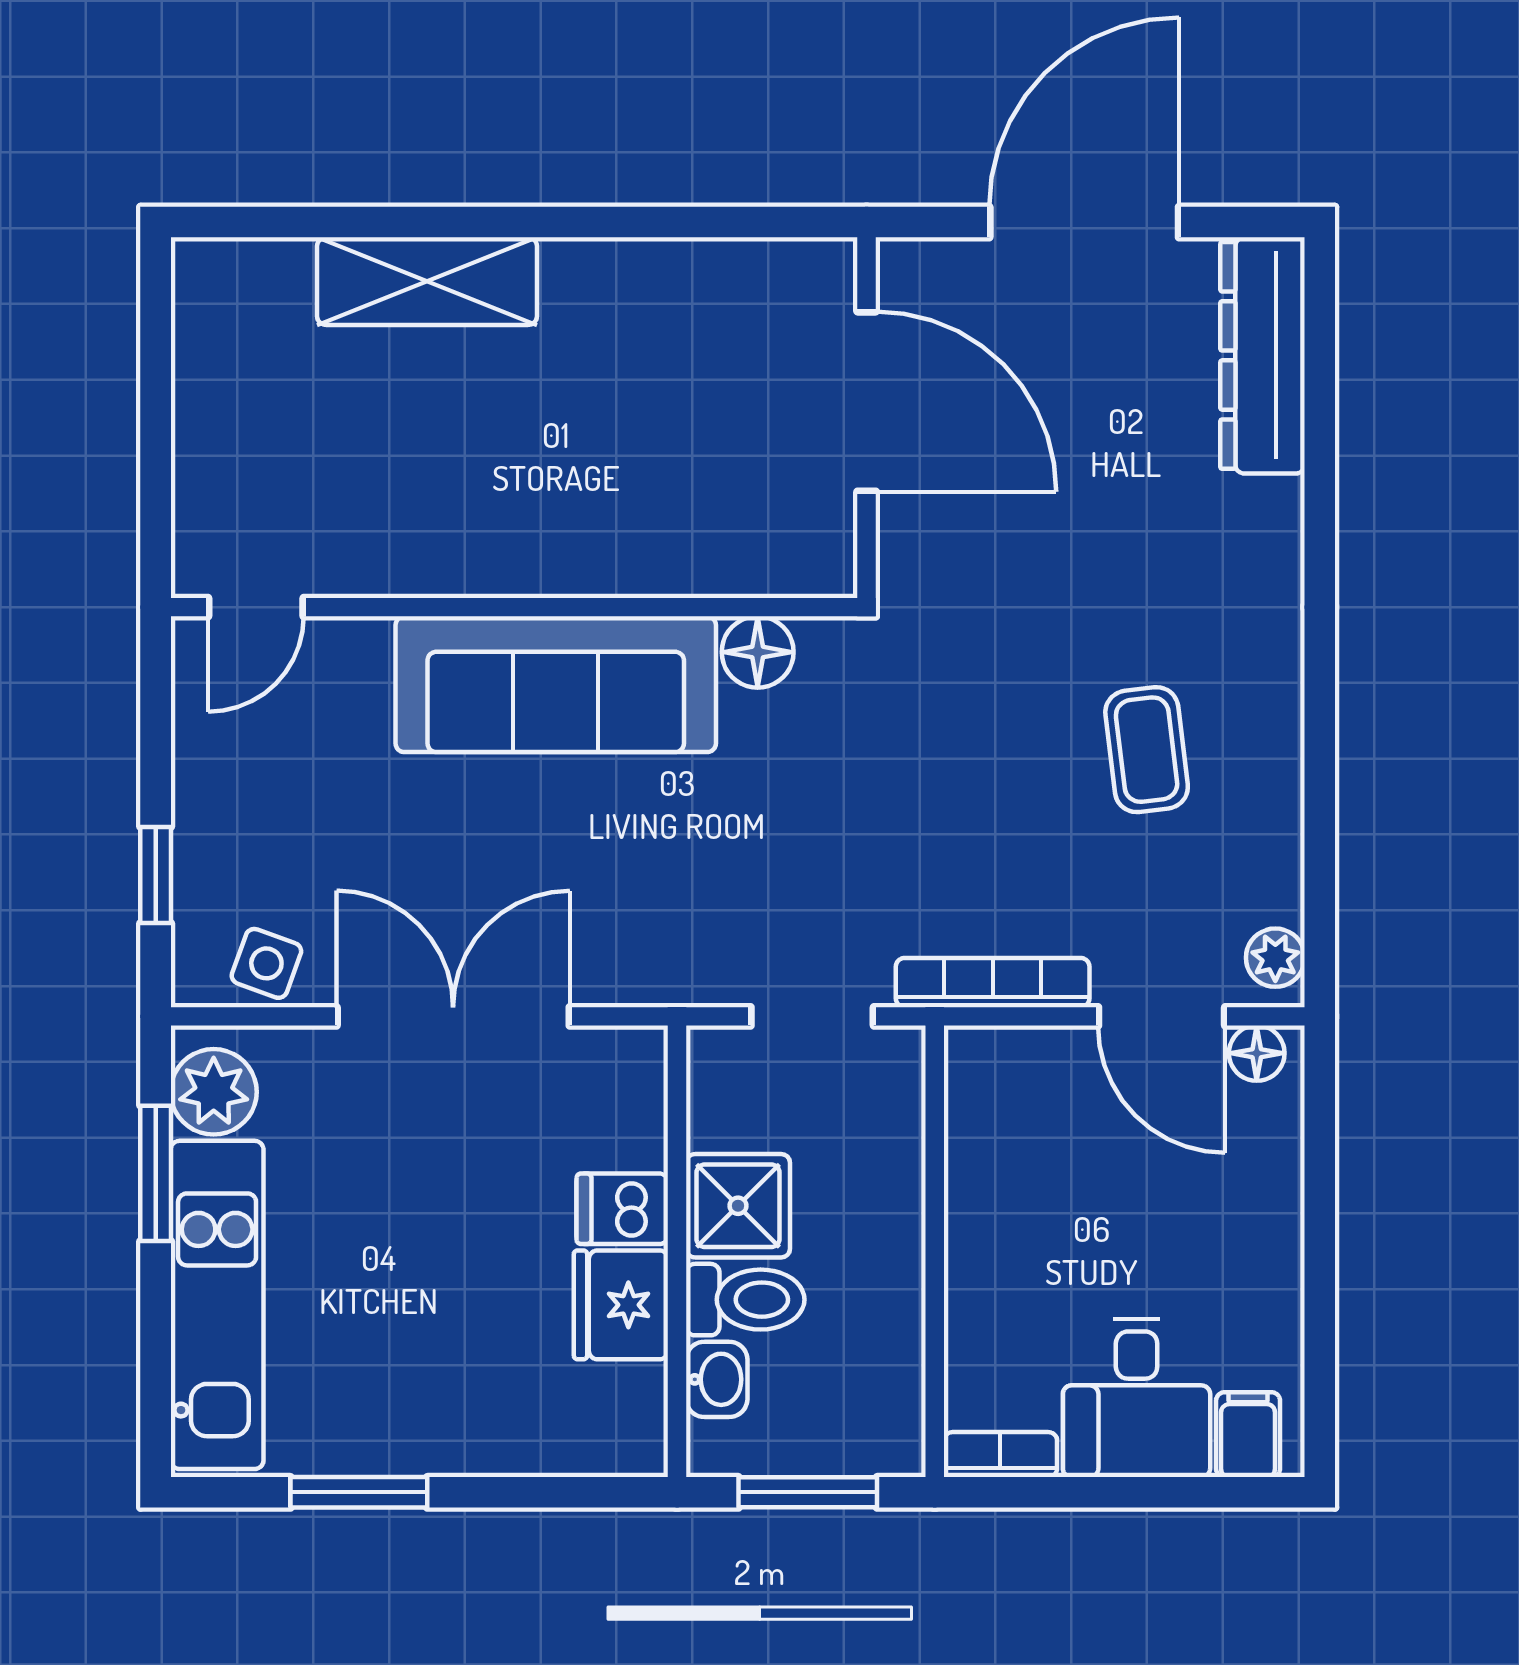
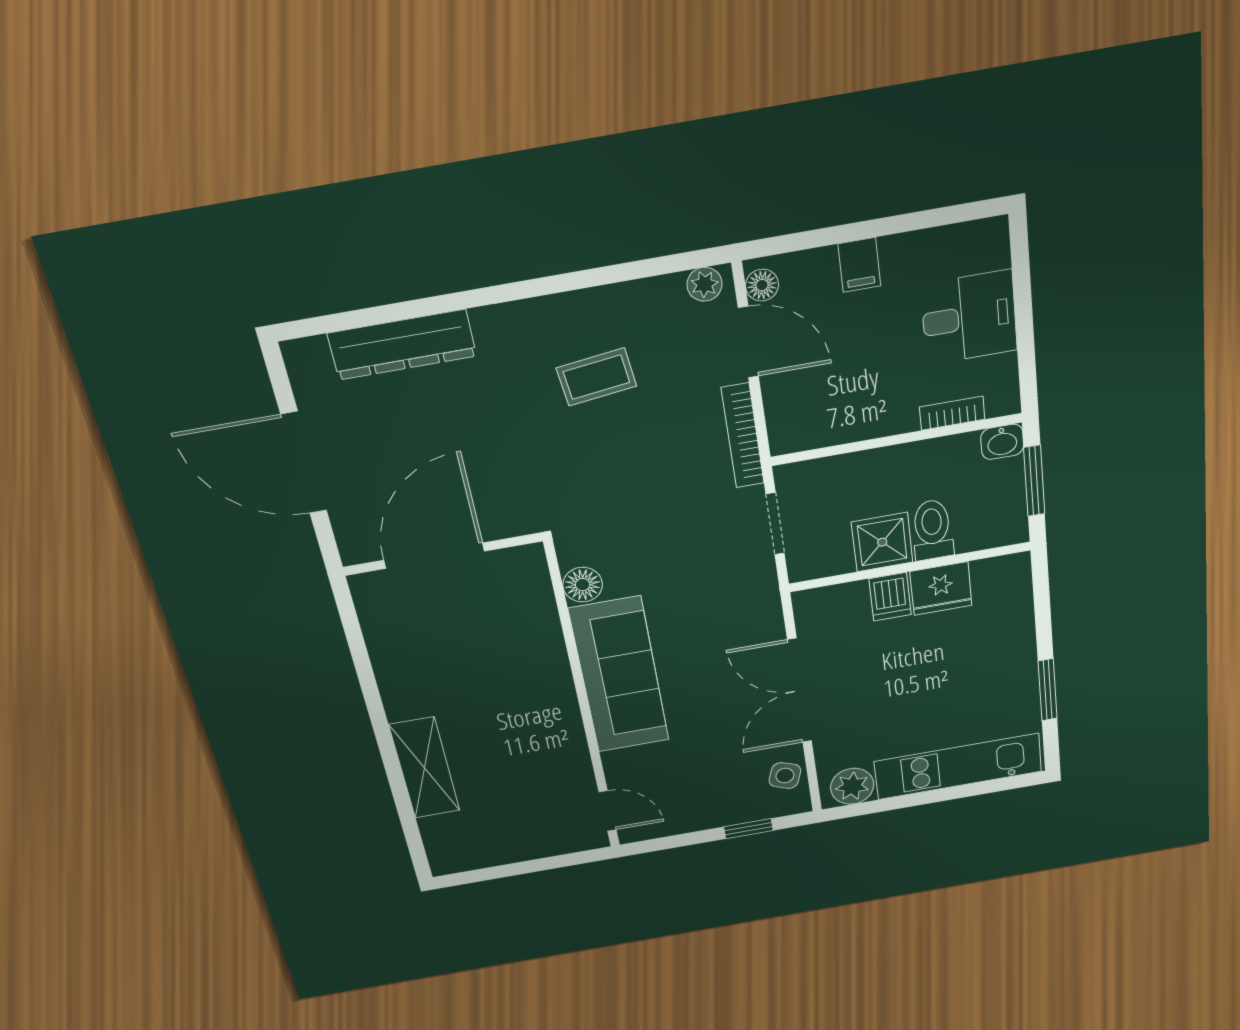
dresser: (1262, 355) -> (402, 345), moved
door: (1162, 1016) -> (748, 342), hinge flipped
window: (156, 1173) -> (896, 803), removed
washbasin: (717, 1379) -> (1002, 442), moved, turned 180
filing cabinet: (1248, 1435) -> (859, 265), moved, turned -90
bookcase: (1000, 1455) -> (952, 413), moved, turned 90

